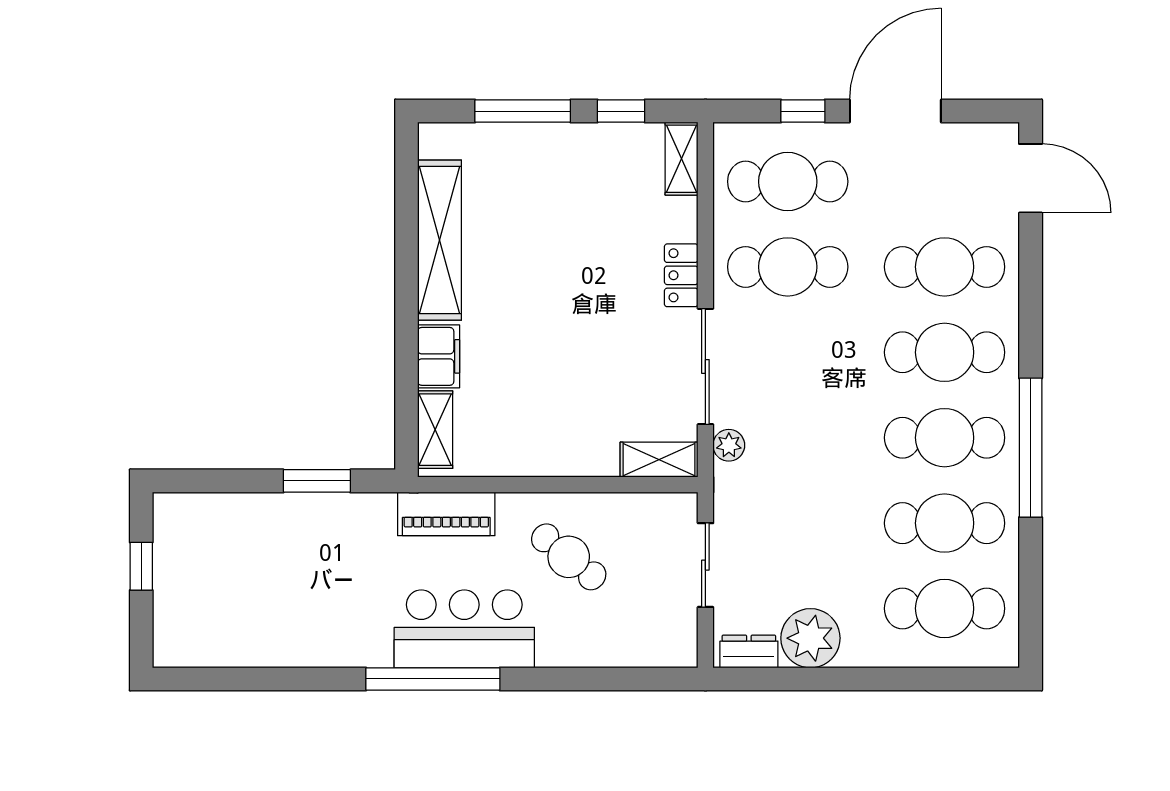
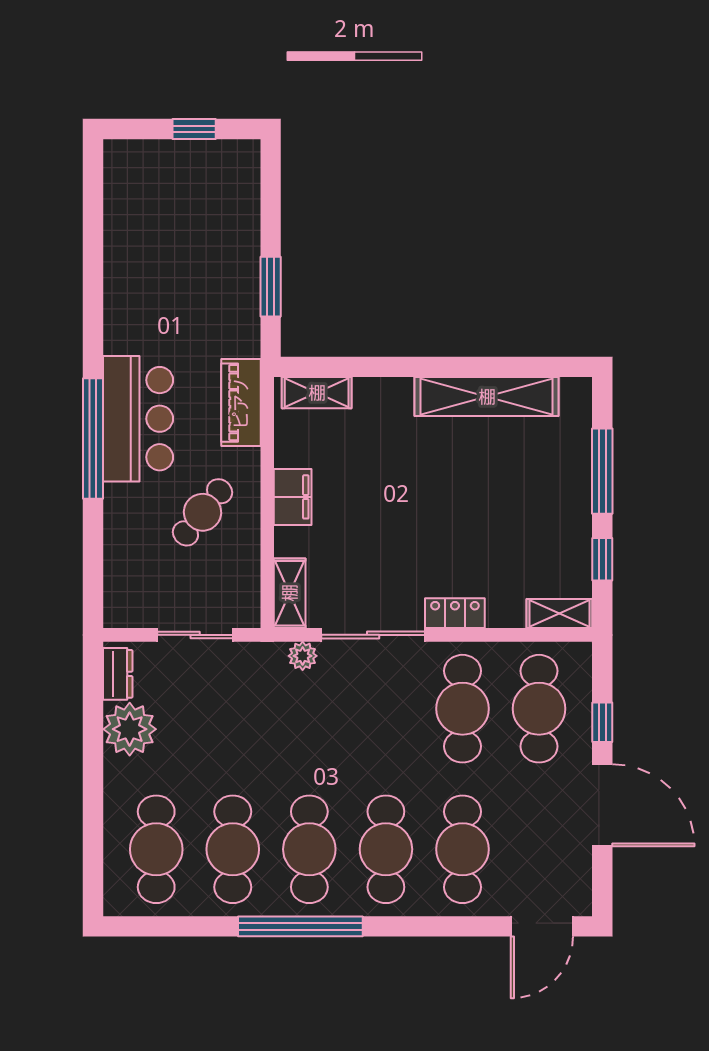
filing cabinet: (439, 356) -> (293, 497), moved, turned -90
window: (433, 679) -> (93, 438), moved

